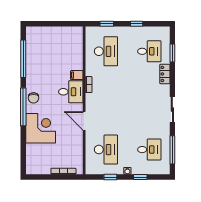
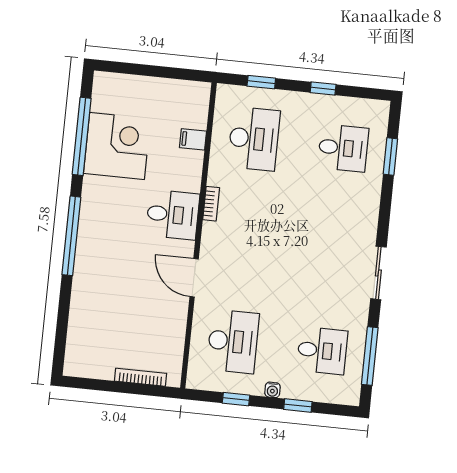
locker: (165, 74) -> (370, 198), removed
filing cabinet: (77, 75) -> (193, 139), moved
chair: (34, 98) -> (95, 219), removed
corner desk: (41, 128) -> (117, 146), moved

